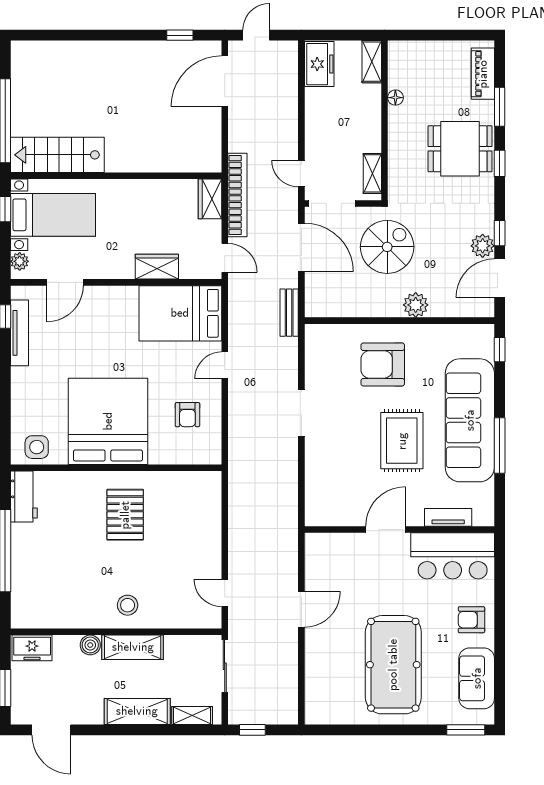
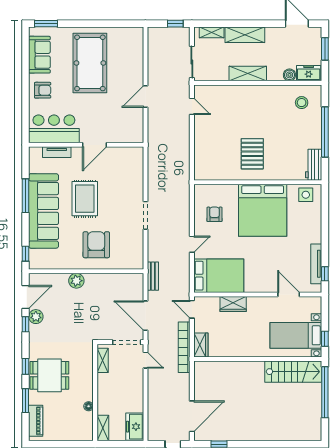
spiral stairs: (387, 247) -> (94, 316), removed
plant: (20, 261) -> (316, 307), removed
door: (65, 282) -> (289, 294), hinge flipped
armchair: (383, 364) -> (96, 245), turned -90
stool: (128, 605) -> (302, 103), moved
boiler: (90, 645) -> (289, 75), moved

